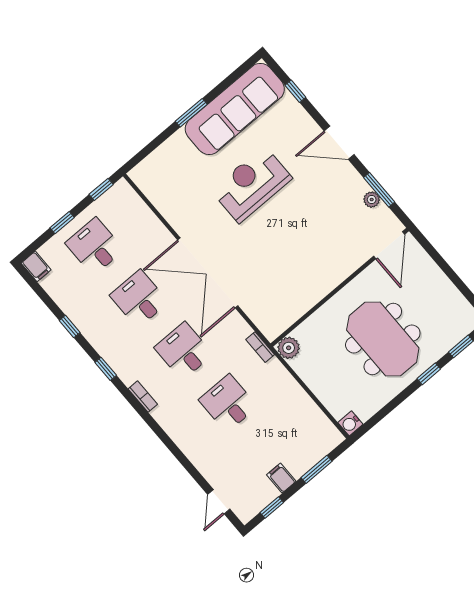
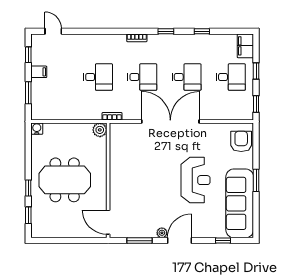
armchair: (160, 170) -> (241, 141), added
plant: (372, 200) -> (162, 233), moved
filing cabinet: (36, 266) -> (245, 46), width x2.00

